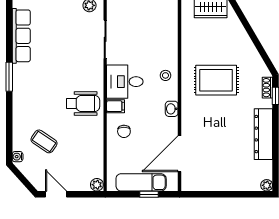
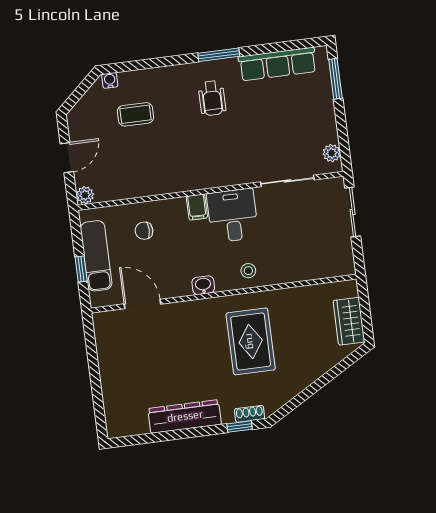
wheelchair: (83, 103) -> (212, 98), moved, width x0.73, depth x0.73
chair: (124, 131) -> (144, 231), moved
coffee table: (44, 141) -> (135, 114), turned 56
door: (180, 154) -> (142, 304), width x0.73
plant: (267, 185) -> (114, 430), removed
door: (56, 194) -> (67, 158), moved

